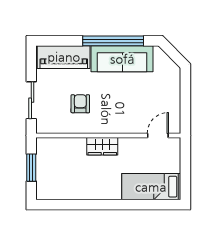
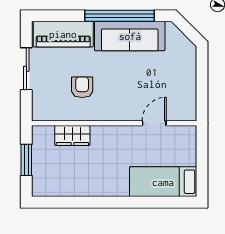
sliding door: (31, 100) -> (26, 69), moved
door: (158, 135) -> (154, 123), moved
wardrobe: (102, 146) -> (72, 136), moved

